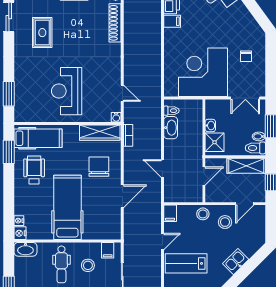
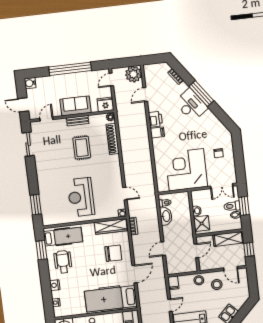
rug: (42, 33) -> (82, 148), moved
toilet: (255, 148) -> (232, 206), moved
chair: (99, 167) -> (113, 253), turned 90
door: (162, 168) -> (163, 249), hinge flipped
door: (245, 204) -> (231, 268), hinge flipped
hospital bed: (67, 207) -> (111, 299), moved, turned -90
nightstand: (20, 233) -> (55, 285), moved

